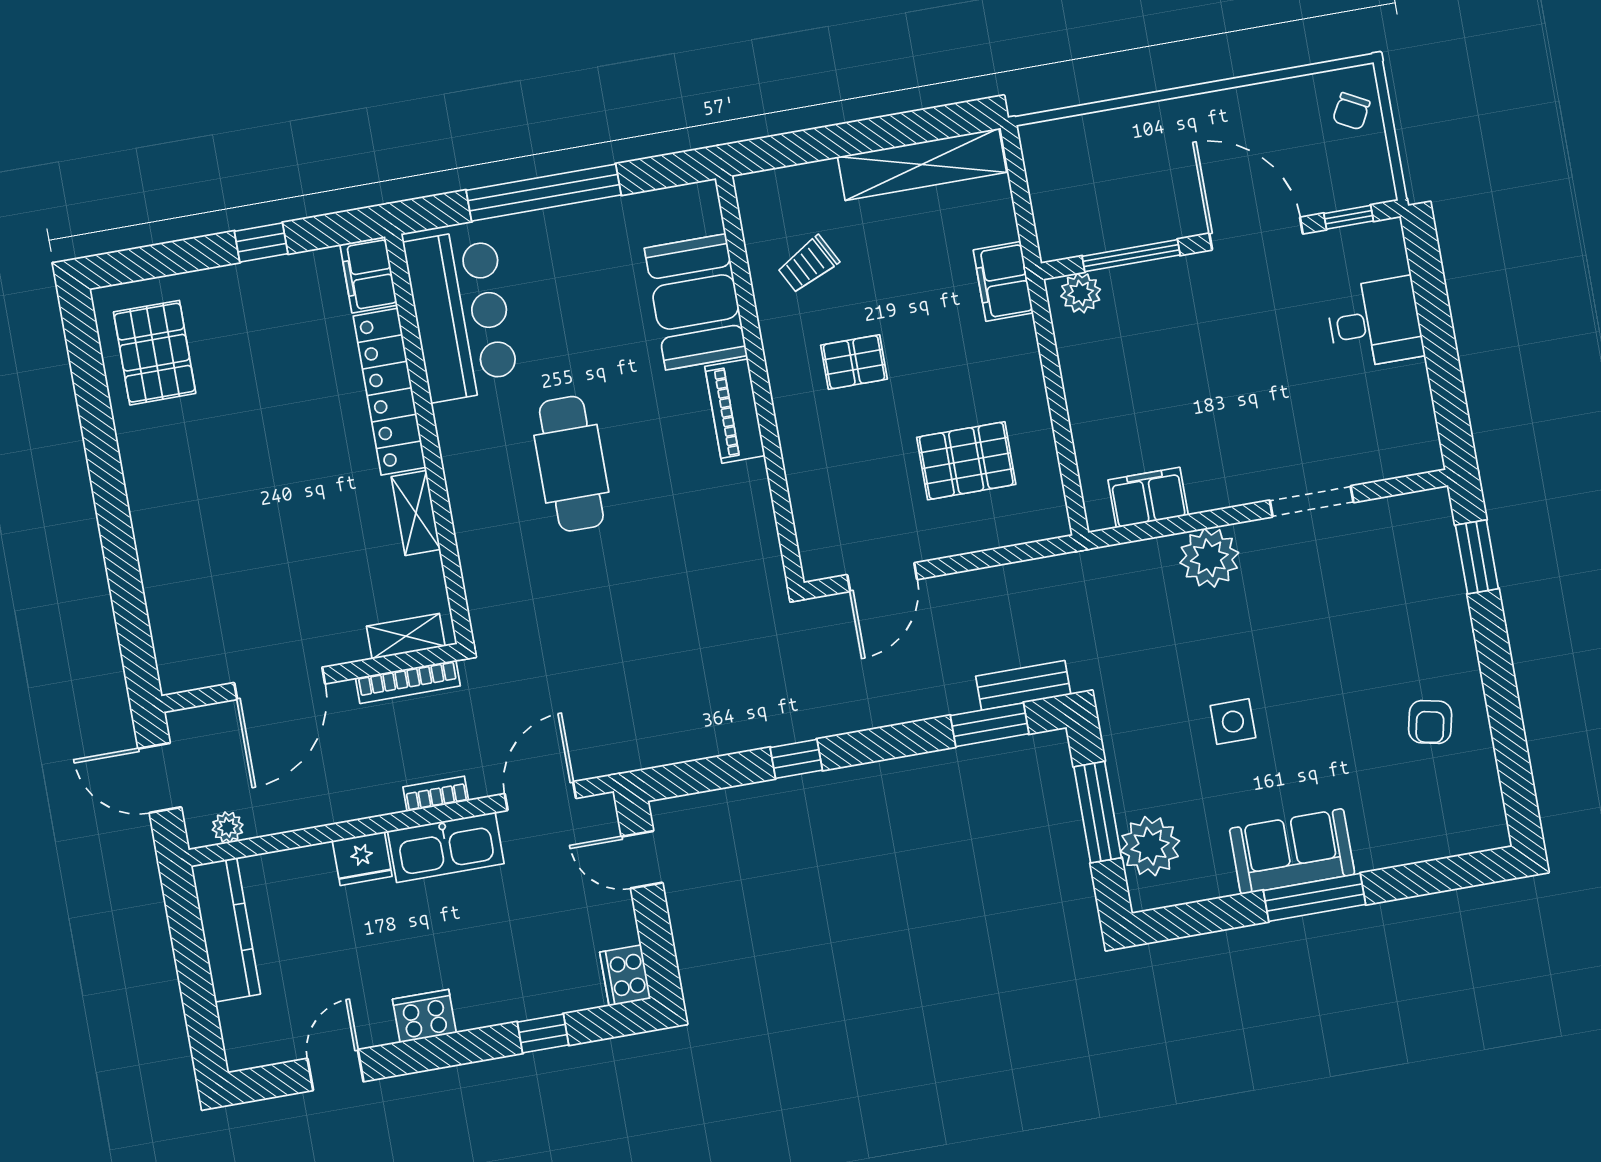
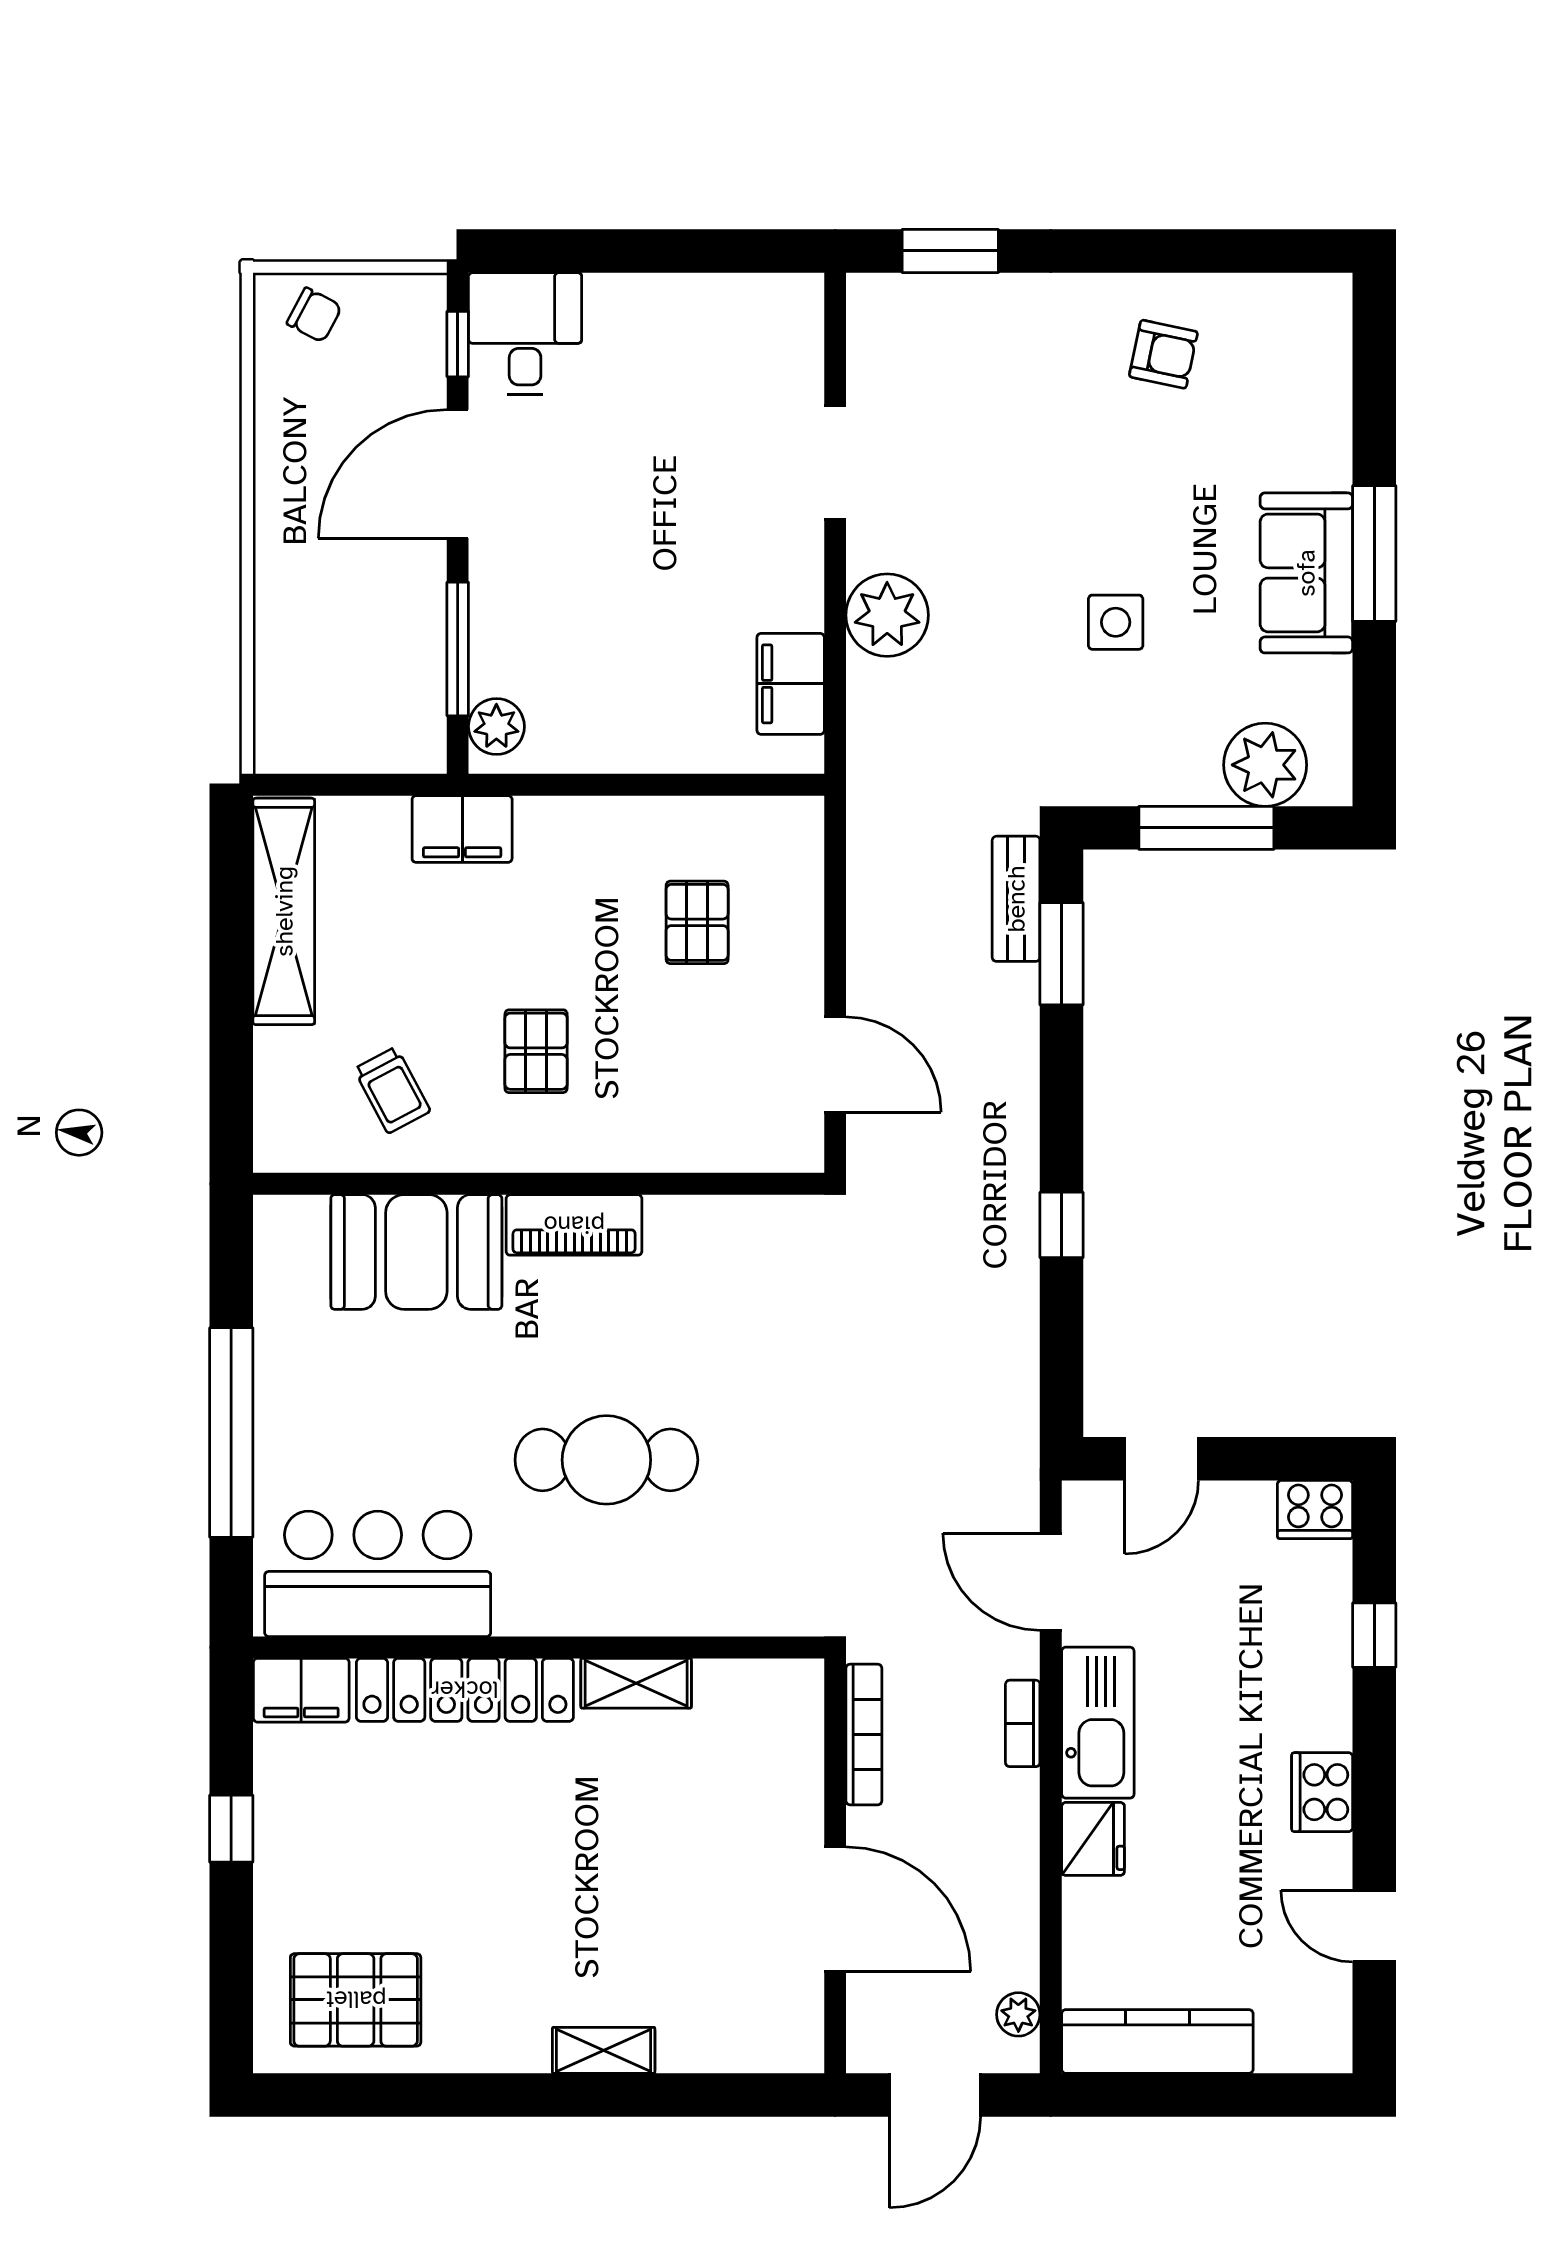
desk: (1375, 323) -> (525, 334), moved
pallet: (966, 461) -> (697, 922), width x0.67, depth x0.71
shelving: (406, 636) -> (604, 2050), moved, turned 90

